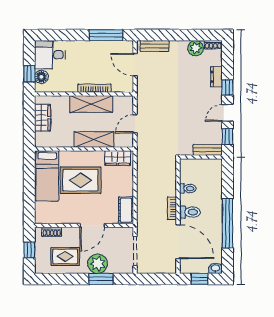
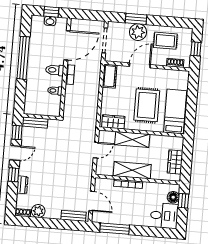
rug: (81, 180) -> (147, 105), turned 90
door: (178, 242) -> (67, 45), swing flipped
washbasin: (216, 268) -> (50, 21), moved

